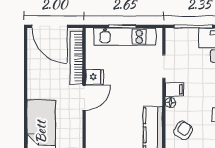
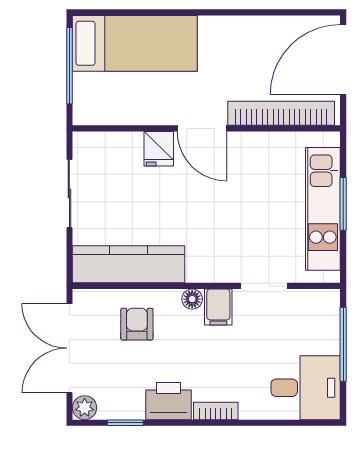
fridge: (95, 77) -> (159, 149), moved
armchair: (183, 130) -> (137, 324), turned -122

